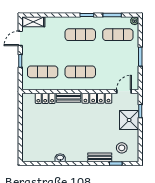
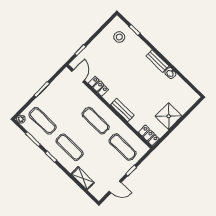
shelving: (33, 22) -> (83, 178), moved
door: (124, 91) -> (78, 76), swing flipped
locker: (45, 98) -> (149, 135), moved
locker: (97, 98) -> (98, 86), width x0.66
shower: (129, 120) -> (169, 116), moved
bench: (100, 157) -> (157, 61), moved

